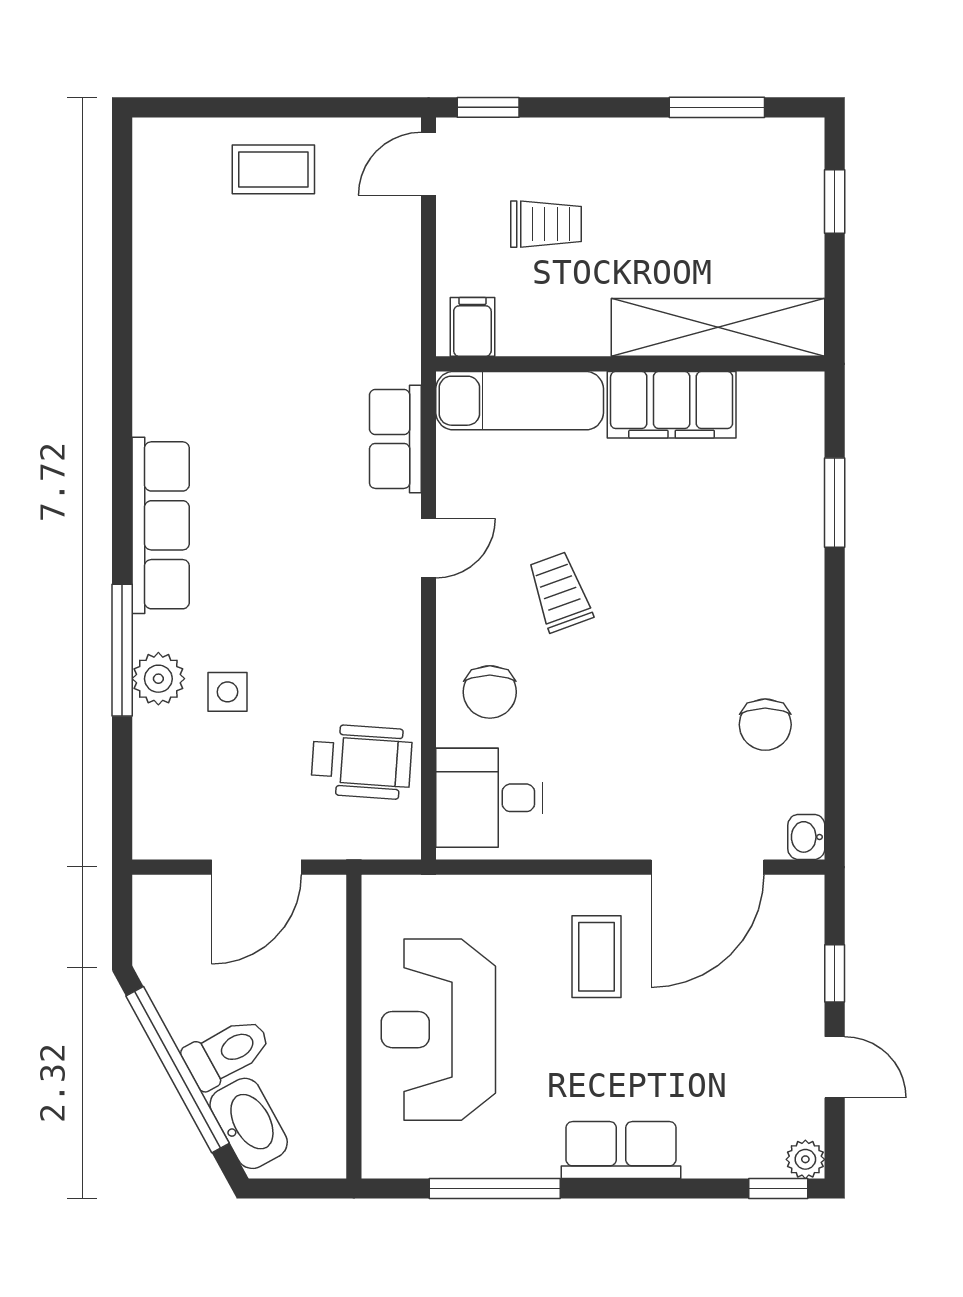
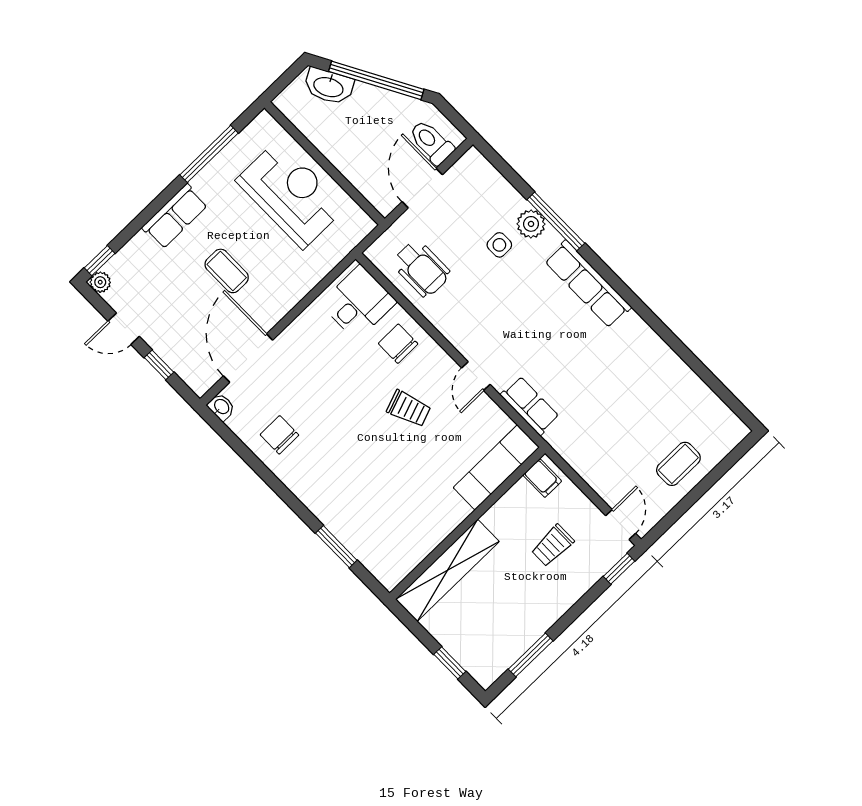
filing cabinet: (672, 405) -> (436, 523), removed
wheelchair: (362, 762) -> (421, 269), turned -94
coffee table: (596, 957) -> (227, 271), moved
toilet: (227, 1052) -> (431, 142), moved, turned 119

